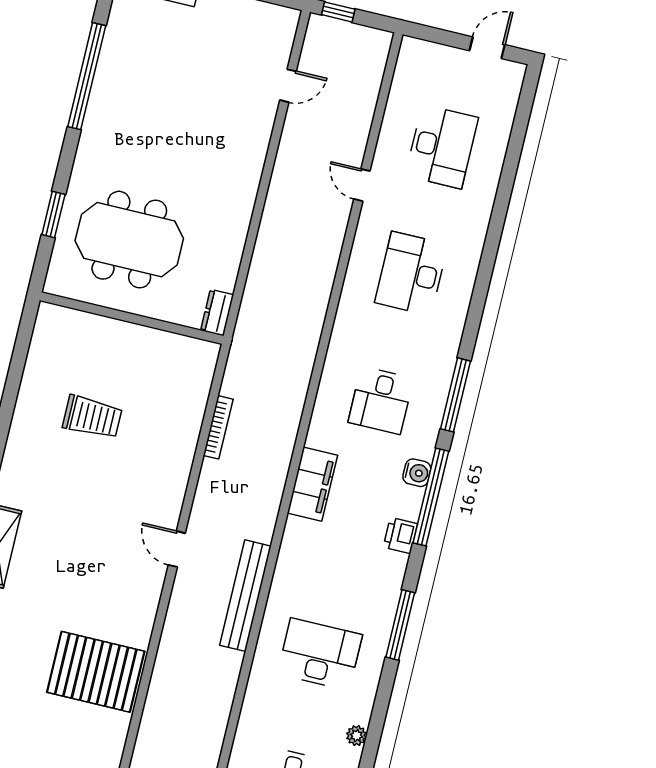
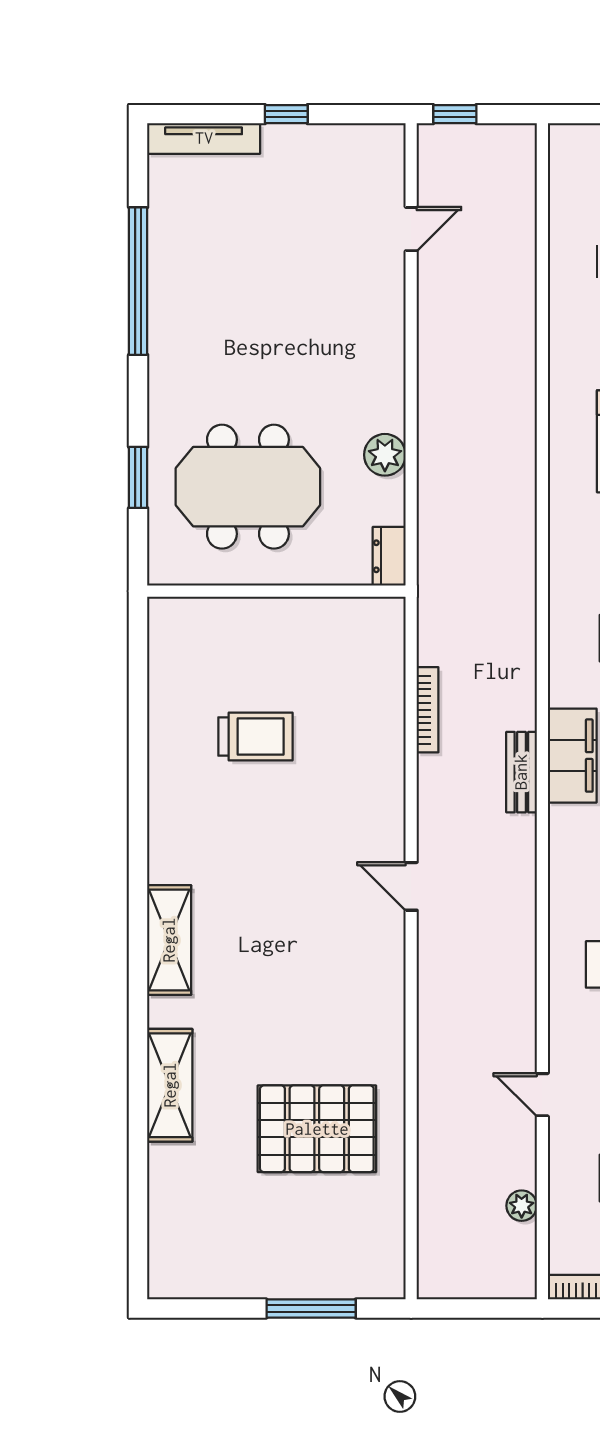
door: (362, 185) -> (542, 1095), moved
plant: (231, 240) -> (385, 455), added
bench: (245, 596) -> (521, 772), moved, width x0.54, depth x0.82
pallet: (96, 672) -> (317, 1129), moved

